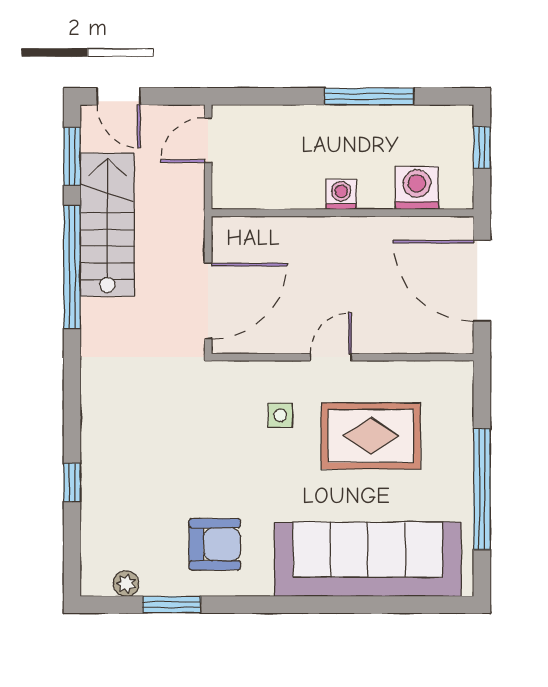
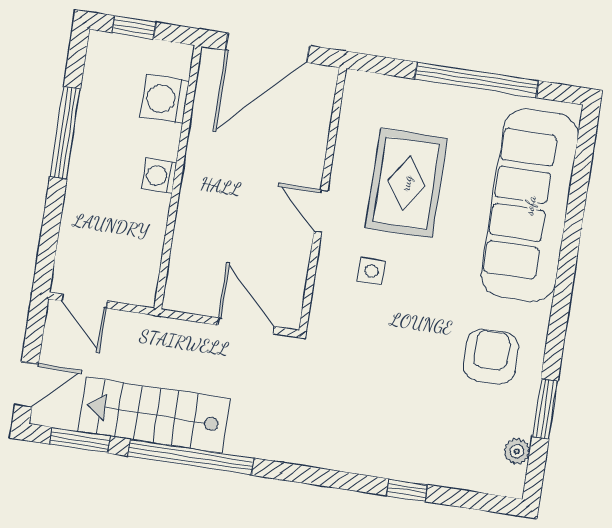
door: (208, 301) -> (246, 326), width x0.73

